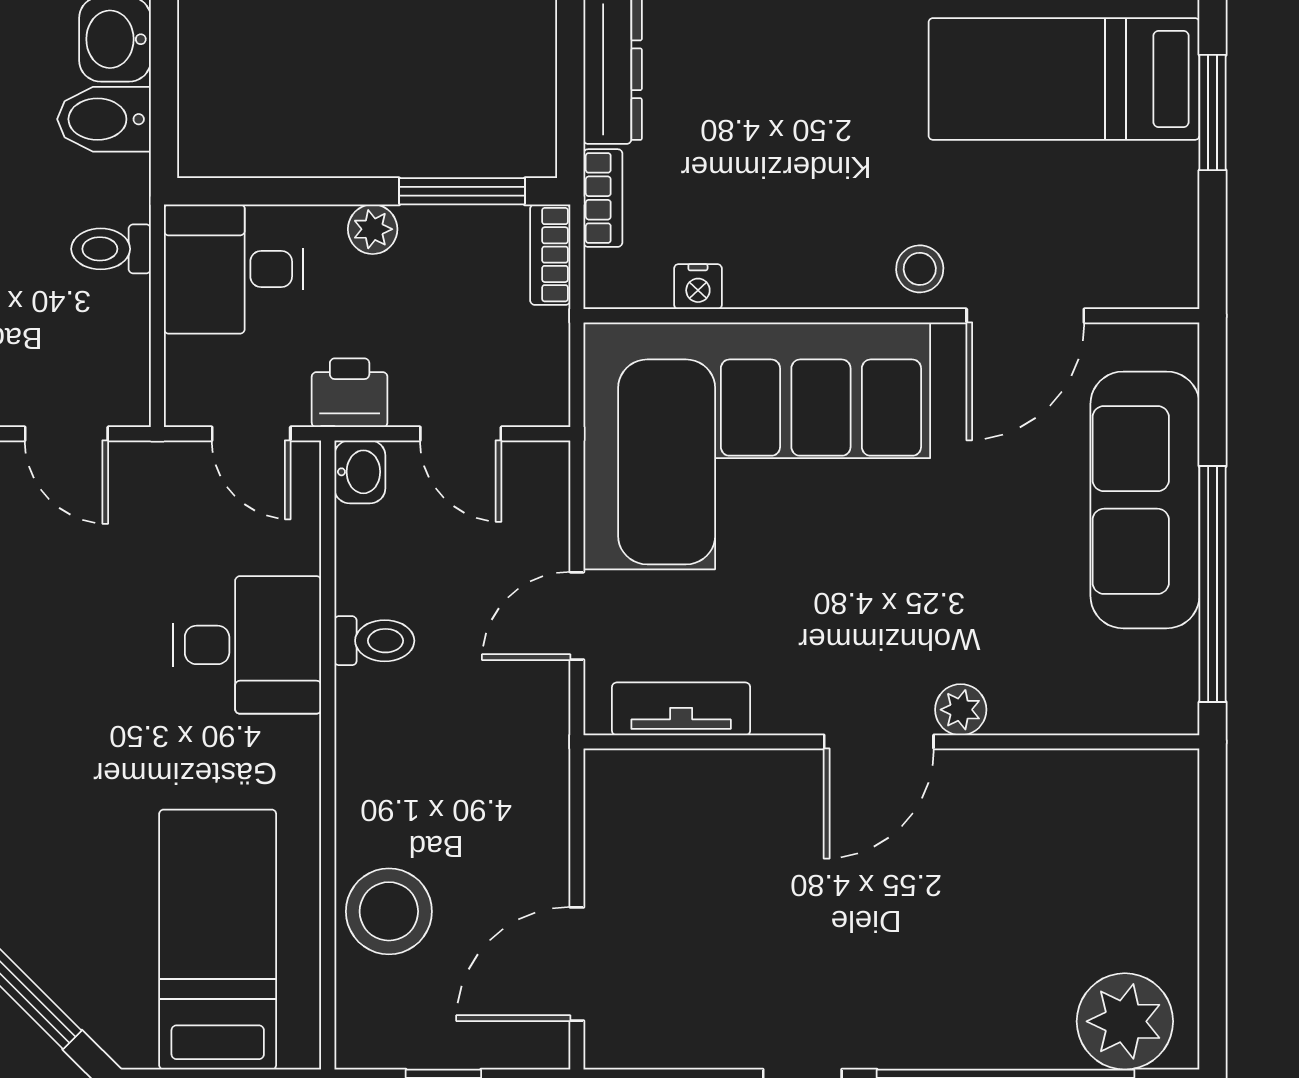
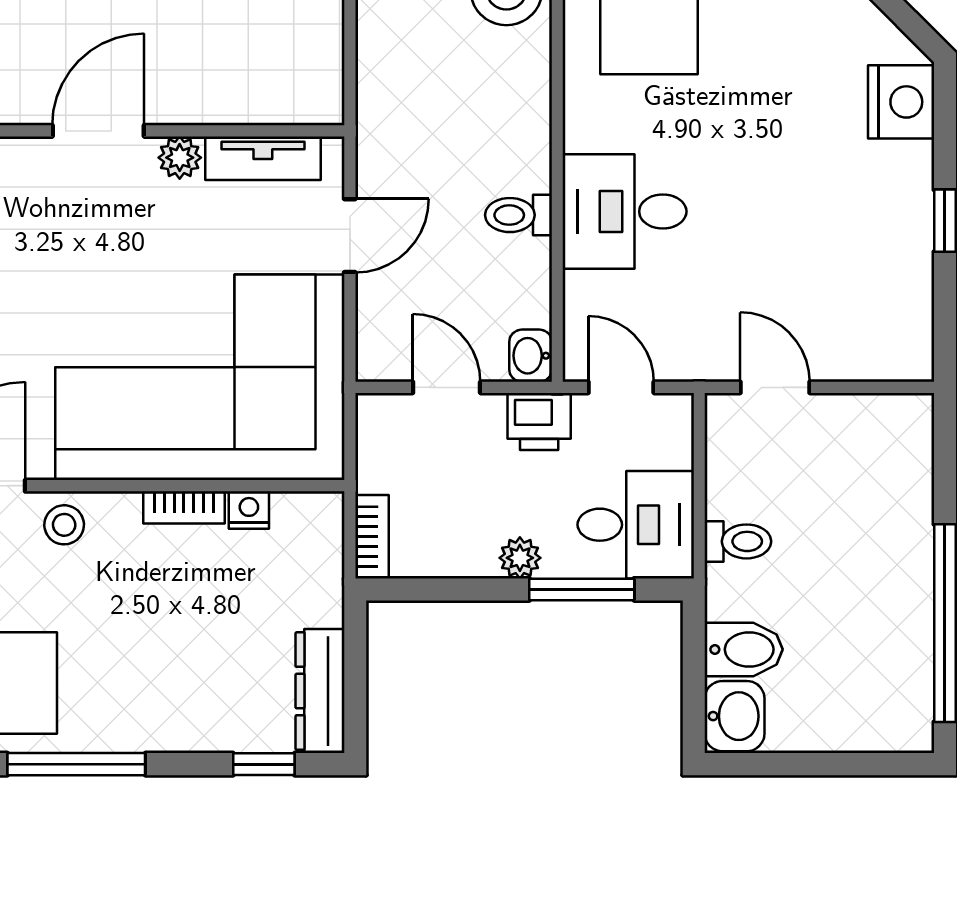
window: (462, 191) -> (582, 589), moved
bookcase: (603, 198) -> (184, 507), moved, turned -90
plant: (961, 710) -> (180, 158), moved

